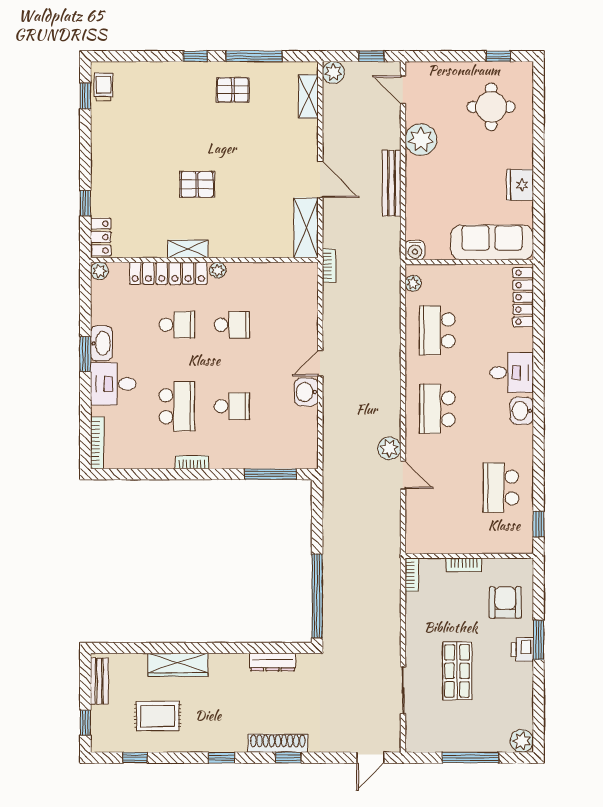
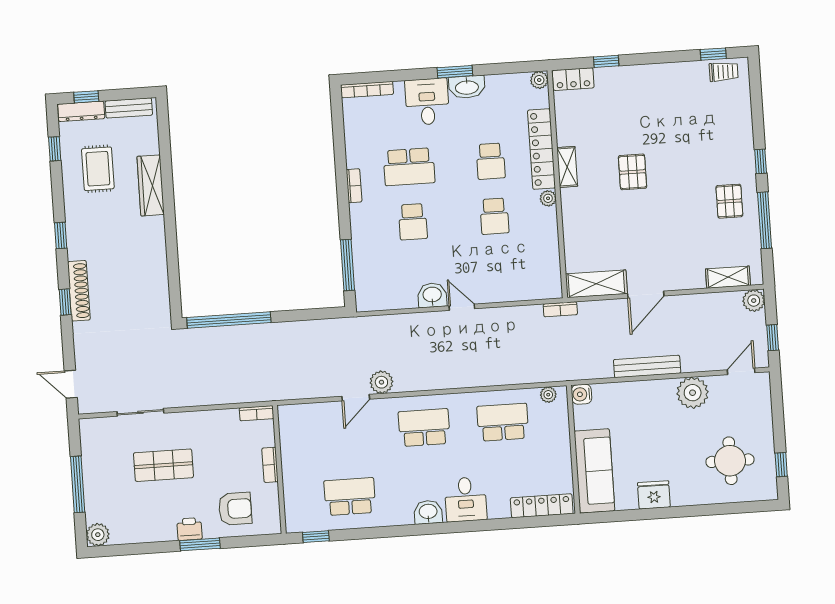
dresser: (273, 662) -> (81, 111), moved, turned -90

